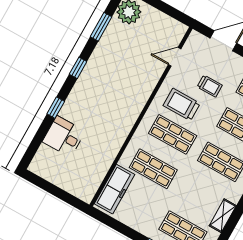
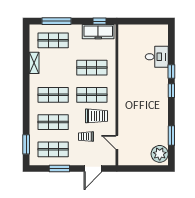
door: (175, 57) -> (117, 142), swing flipped
window: (78, 68) -> (171, 91), moved
freezer: (115, 189) -> (98, 32), moved, turned -90
window: (111, 222) -> (99, 21), added

